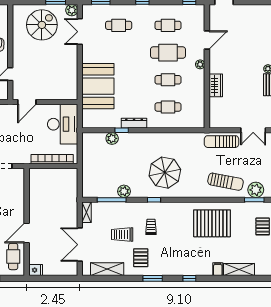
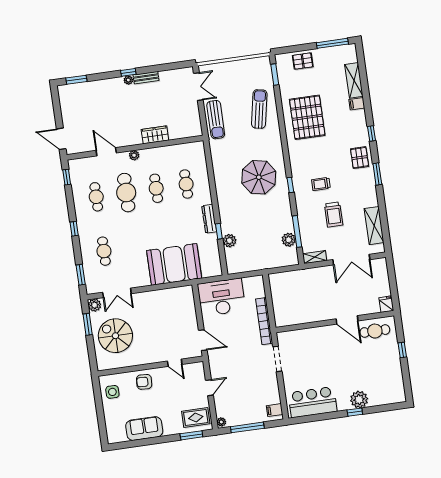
bookcase: (52, 159) -> (264, 321), moved
plant: (256, 190) -> (264, 74), removed
plant: (124, 191) -> (289, 240), moved
pallet: (141, 258) -> (360, 158), moved, turned 90

